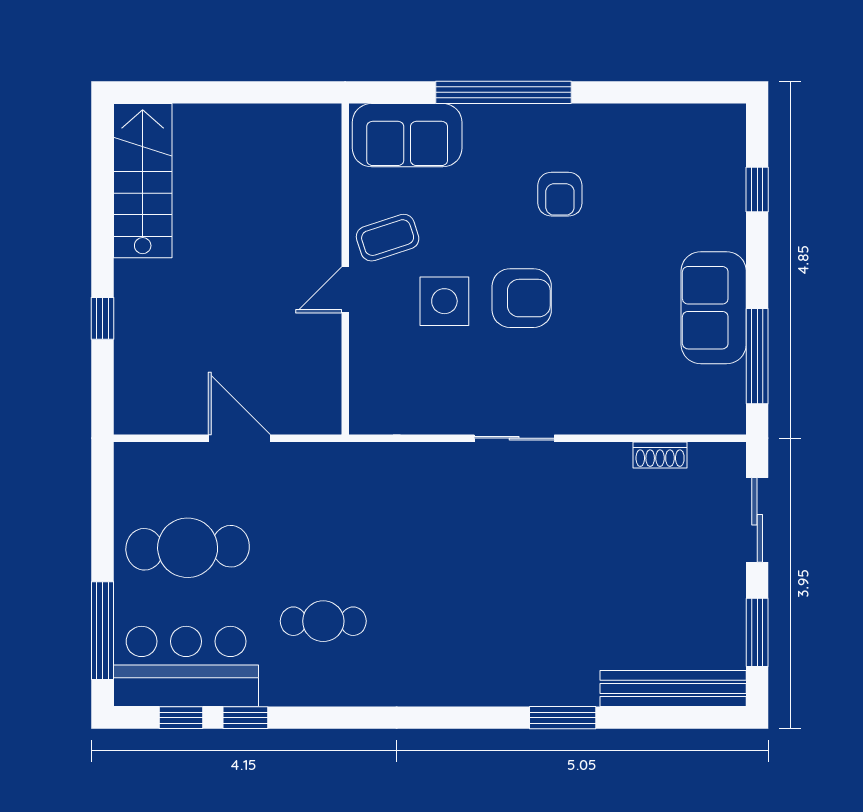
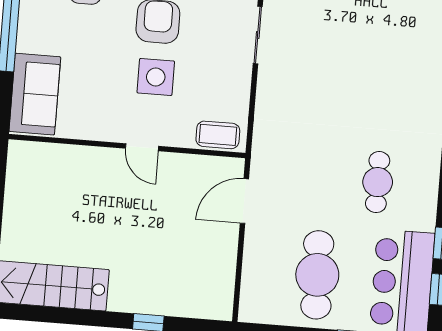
coffee table: (388, 238) -> (218, 135), moved, turned -72
door: (239, 438) -> (244, 201), moved

